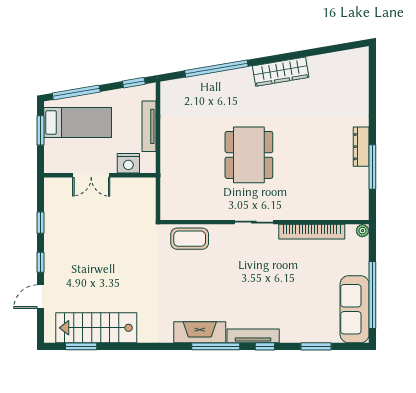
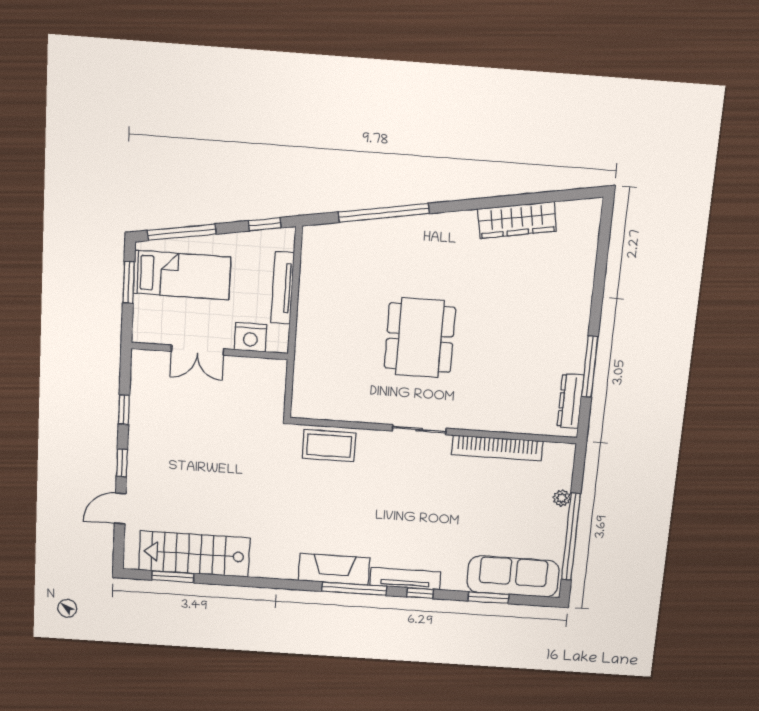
wardrobe: (281, 72) -> (517, 220), moved
dresser: (361, 147) -> (570, 401), moved
plant: (362, 231) -> (562, 498), moved
sofa: (355, 309) -> (513, 576), moved, turned 90

